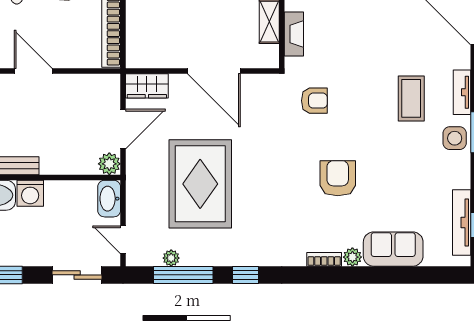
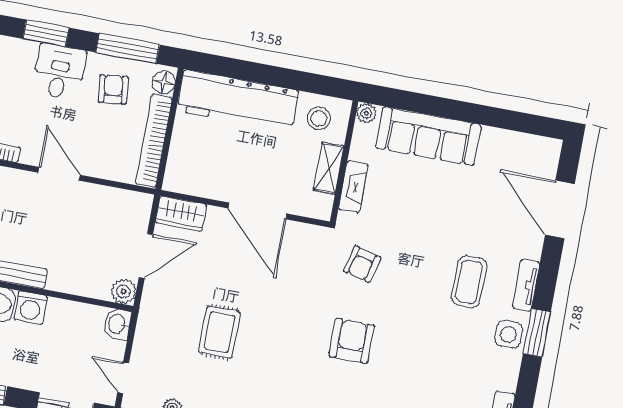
armchair: (314, 101) -> (362, 264), turned 104
armchair: (338, 178) -> (352, 341), moved
rug: (200, 184) -> (219, 332), width x0.54, depth x0.49
washbasin: (109, 199) -> (117, 324), width x0.72

